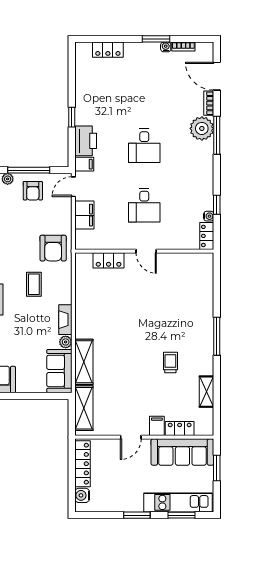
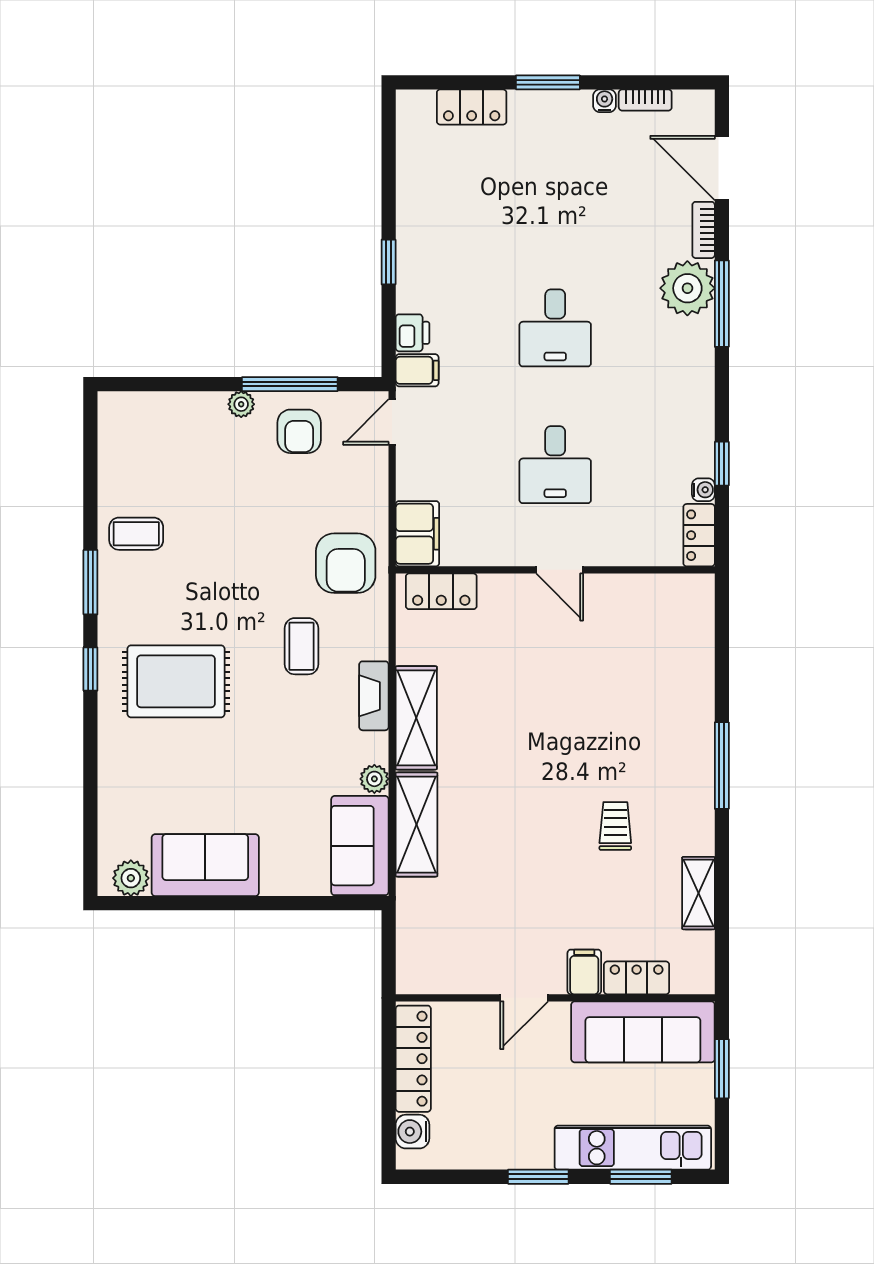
window: (156, 39) -> (548, 82), moved
printer: (86, 141) -> (412, 333), width x0.53, depth x0.68
filing cabinet: (84, 215) -> (417, 534), moved
locker: (109, 260) -> (441, 591), moved
fireplace: (65, 320) -> (374, 696), moved
shelving: (84, 408) -> (416, 718), moved

